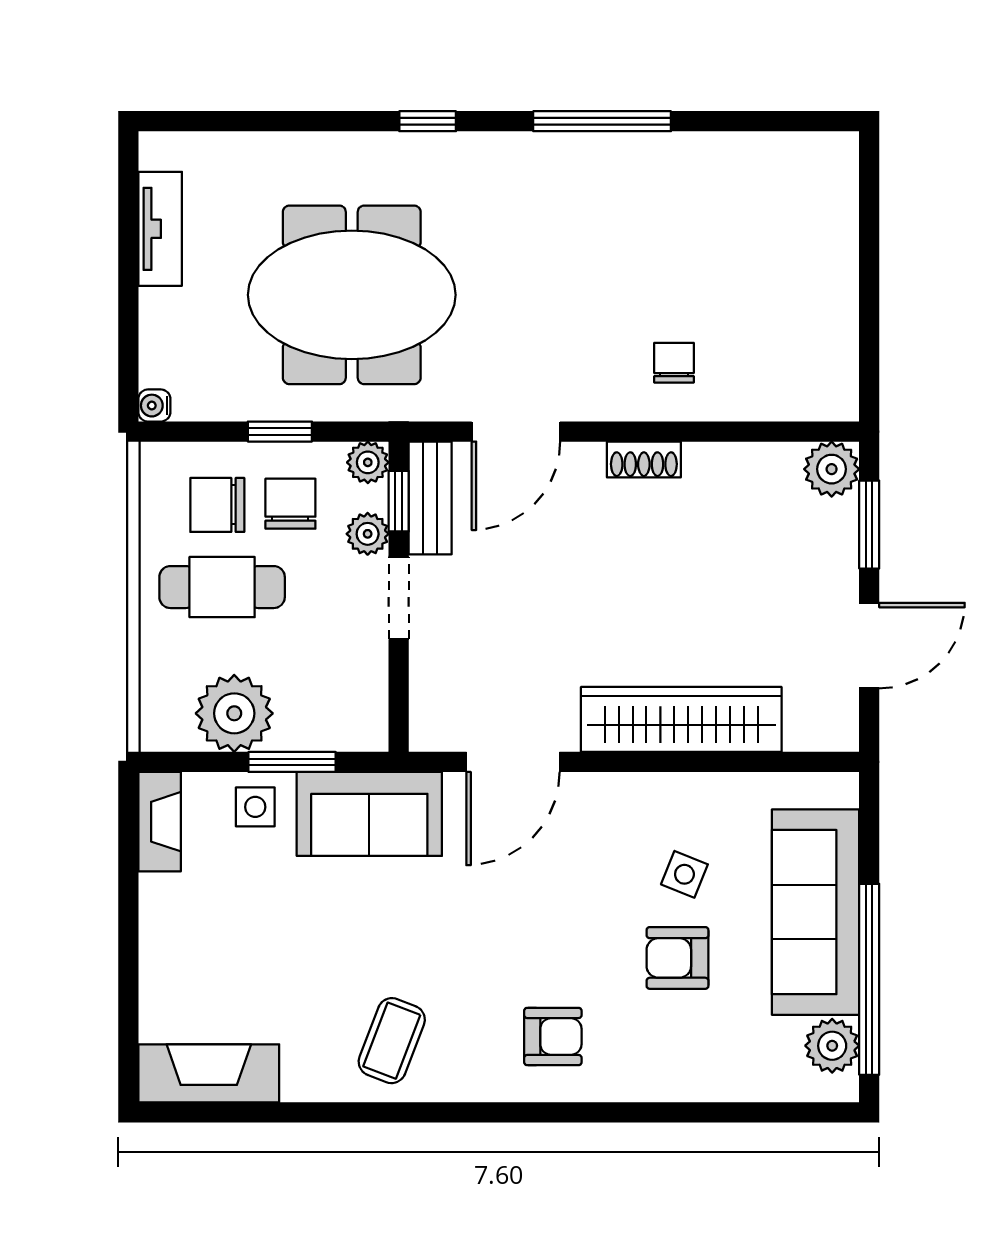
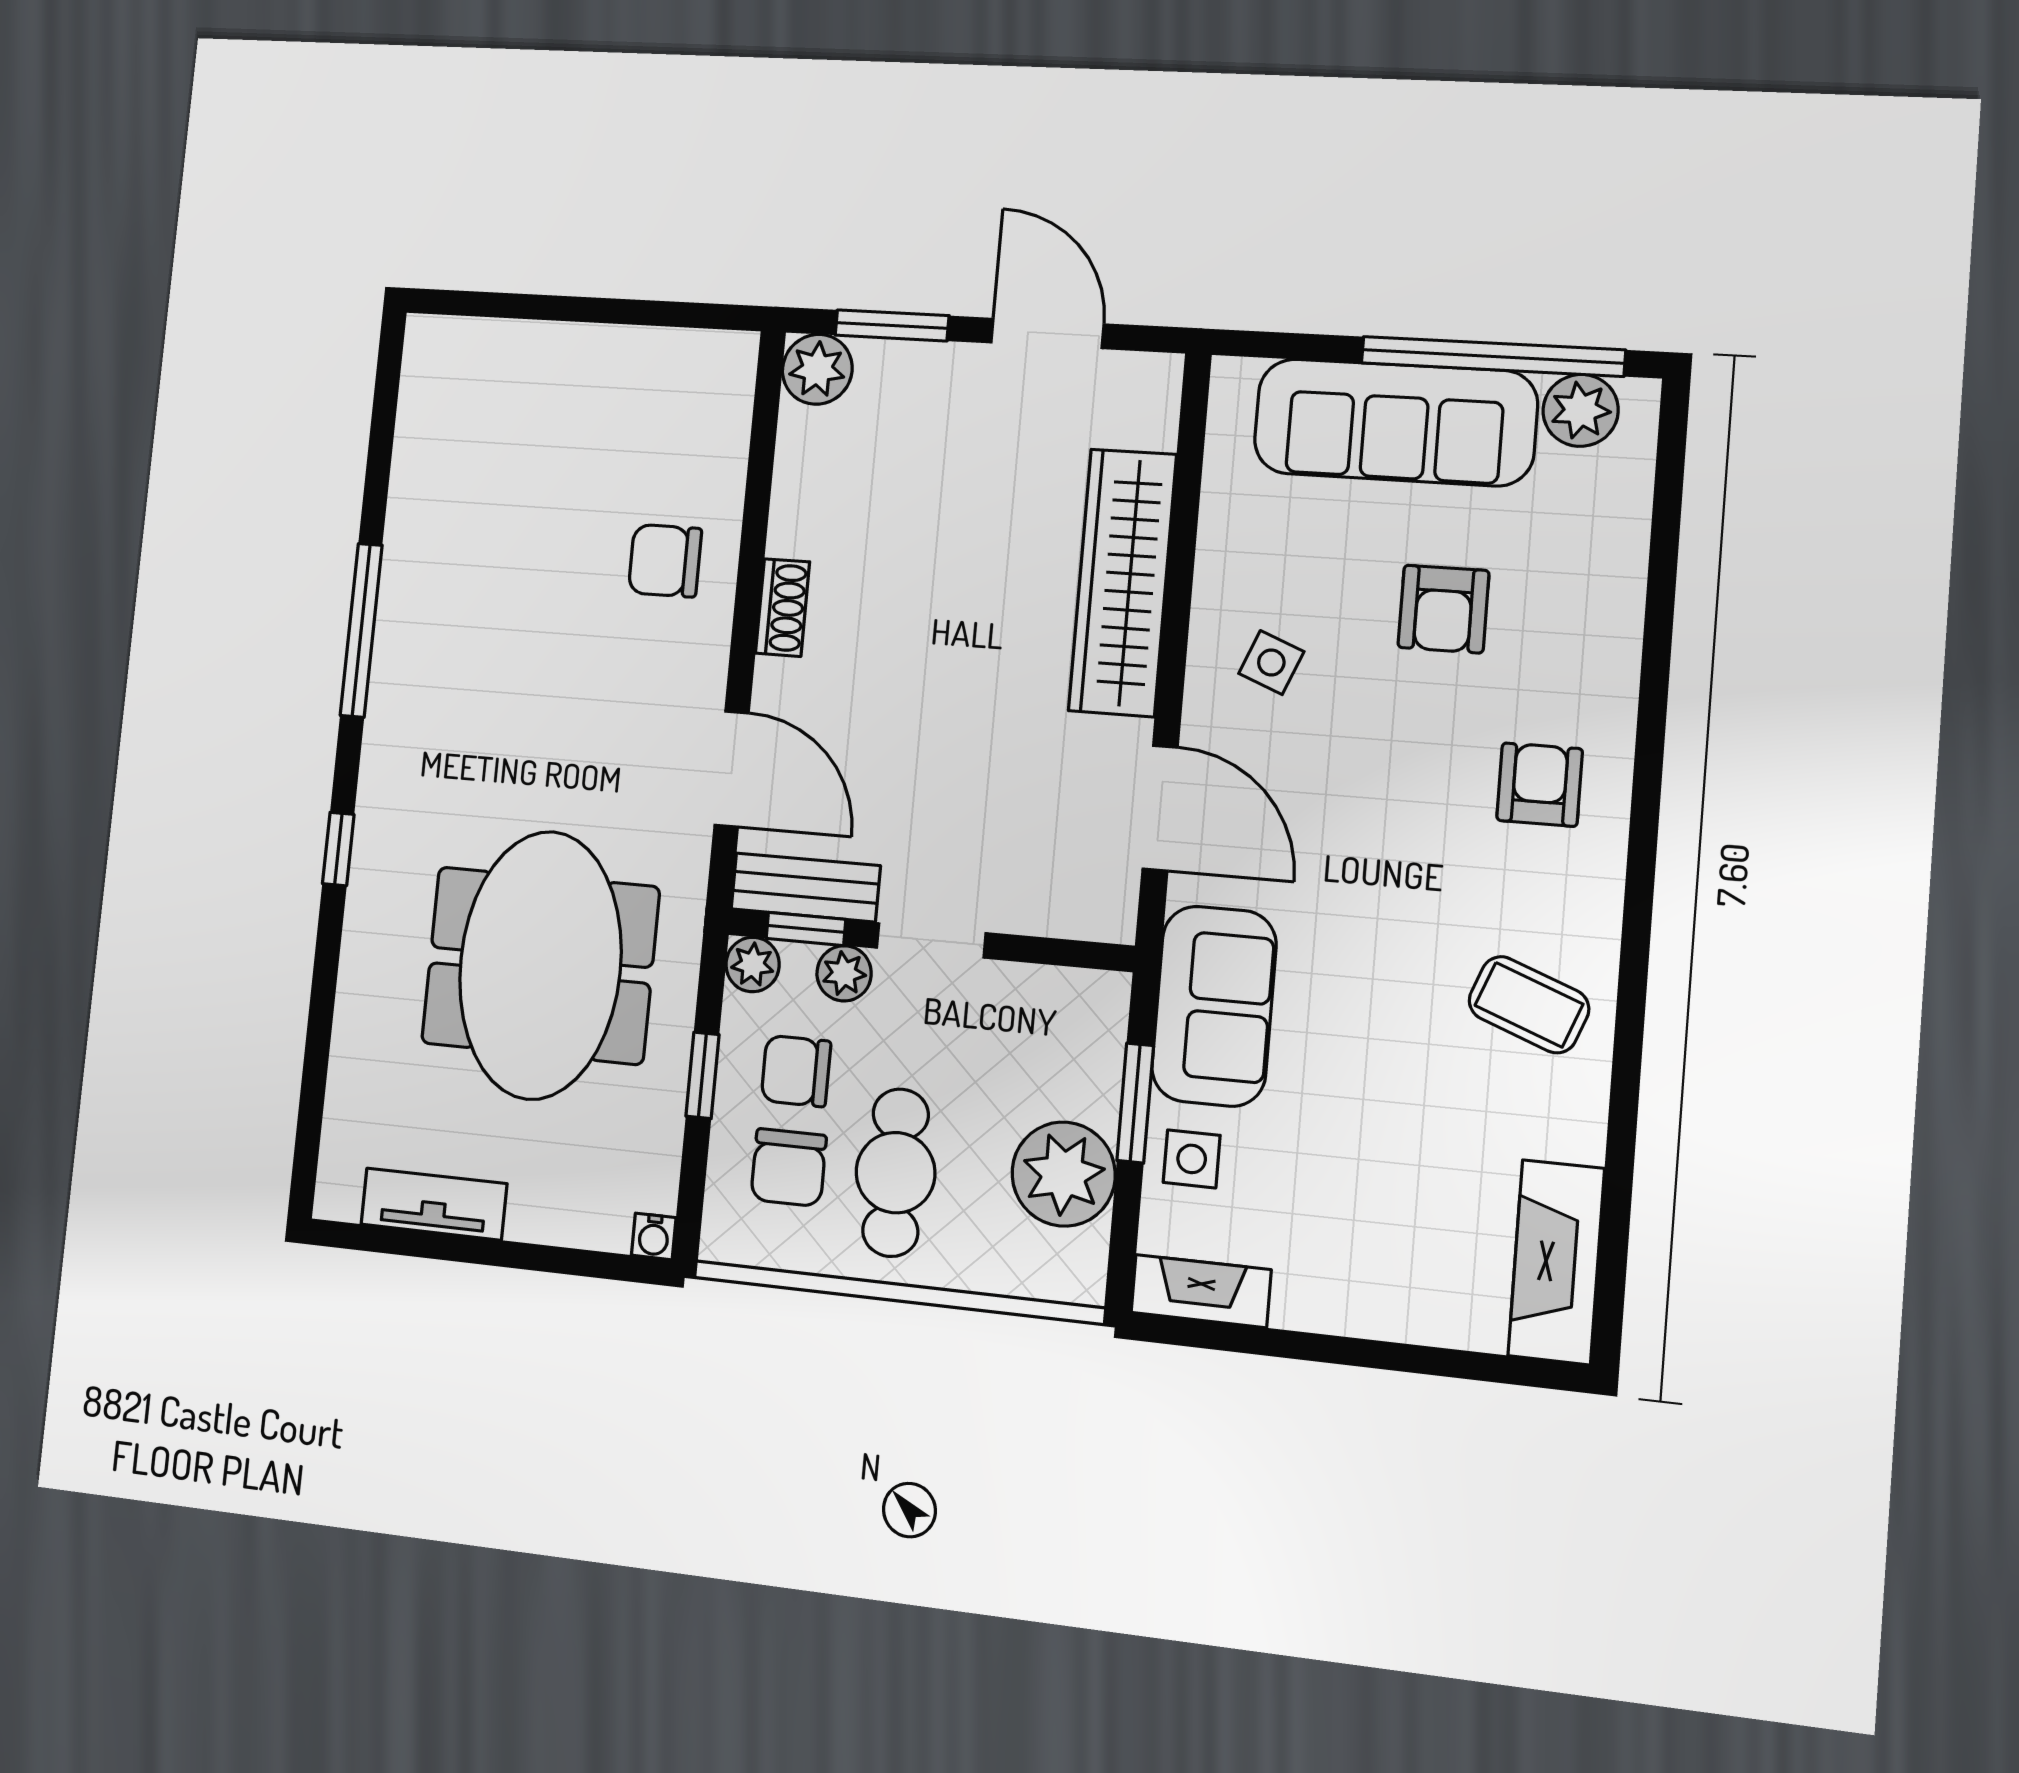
chair: (674, 363) -> (665, 561), width x1.37, depth x1.37
side table: (684, 874) -> (1271, 662), moved

